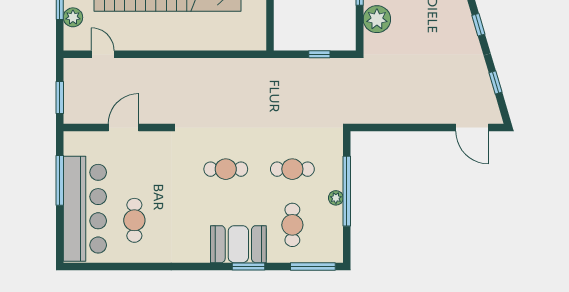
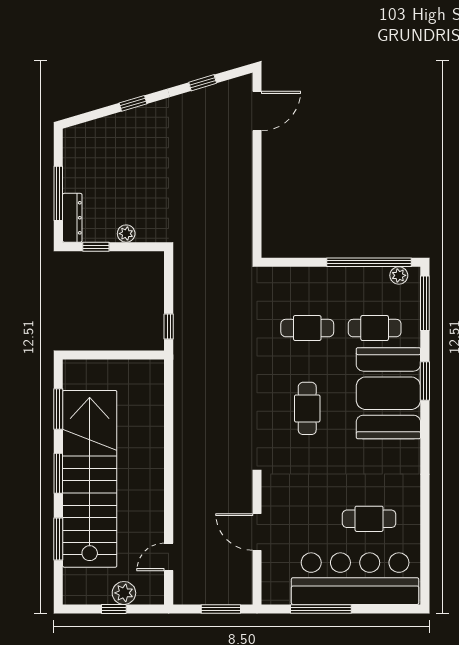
plant: (377, 19) -> (126, 234), width x0.53, depth x0.53
window: (319, 54) -> (169, 326), moved
cafe table: (292, 169) -> (307, 328), turned 90
window: (347, 191) -> (369, 262), moved
plant: (336, 198) -> (399, 275), moved
booth: (238, 244) -> (388, 393), width x1.36, depth x1.42

